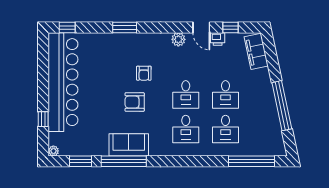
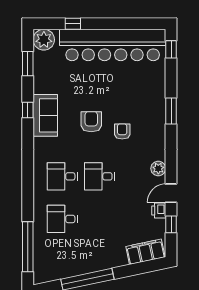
armchair: (144, 73) -> (122, 131), turned 90
desk: (225, 94) -> (99, 219), removed
plant: (53, 151) -> (44, 40), width x1.88, depth x1.88
window: (124, 161) -> (28, 110), width x0.32

